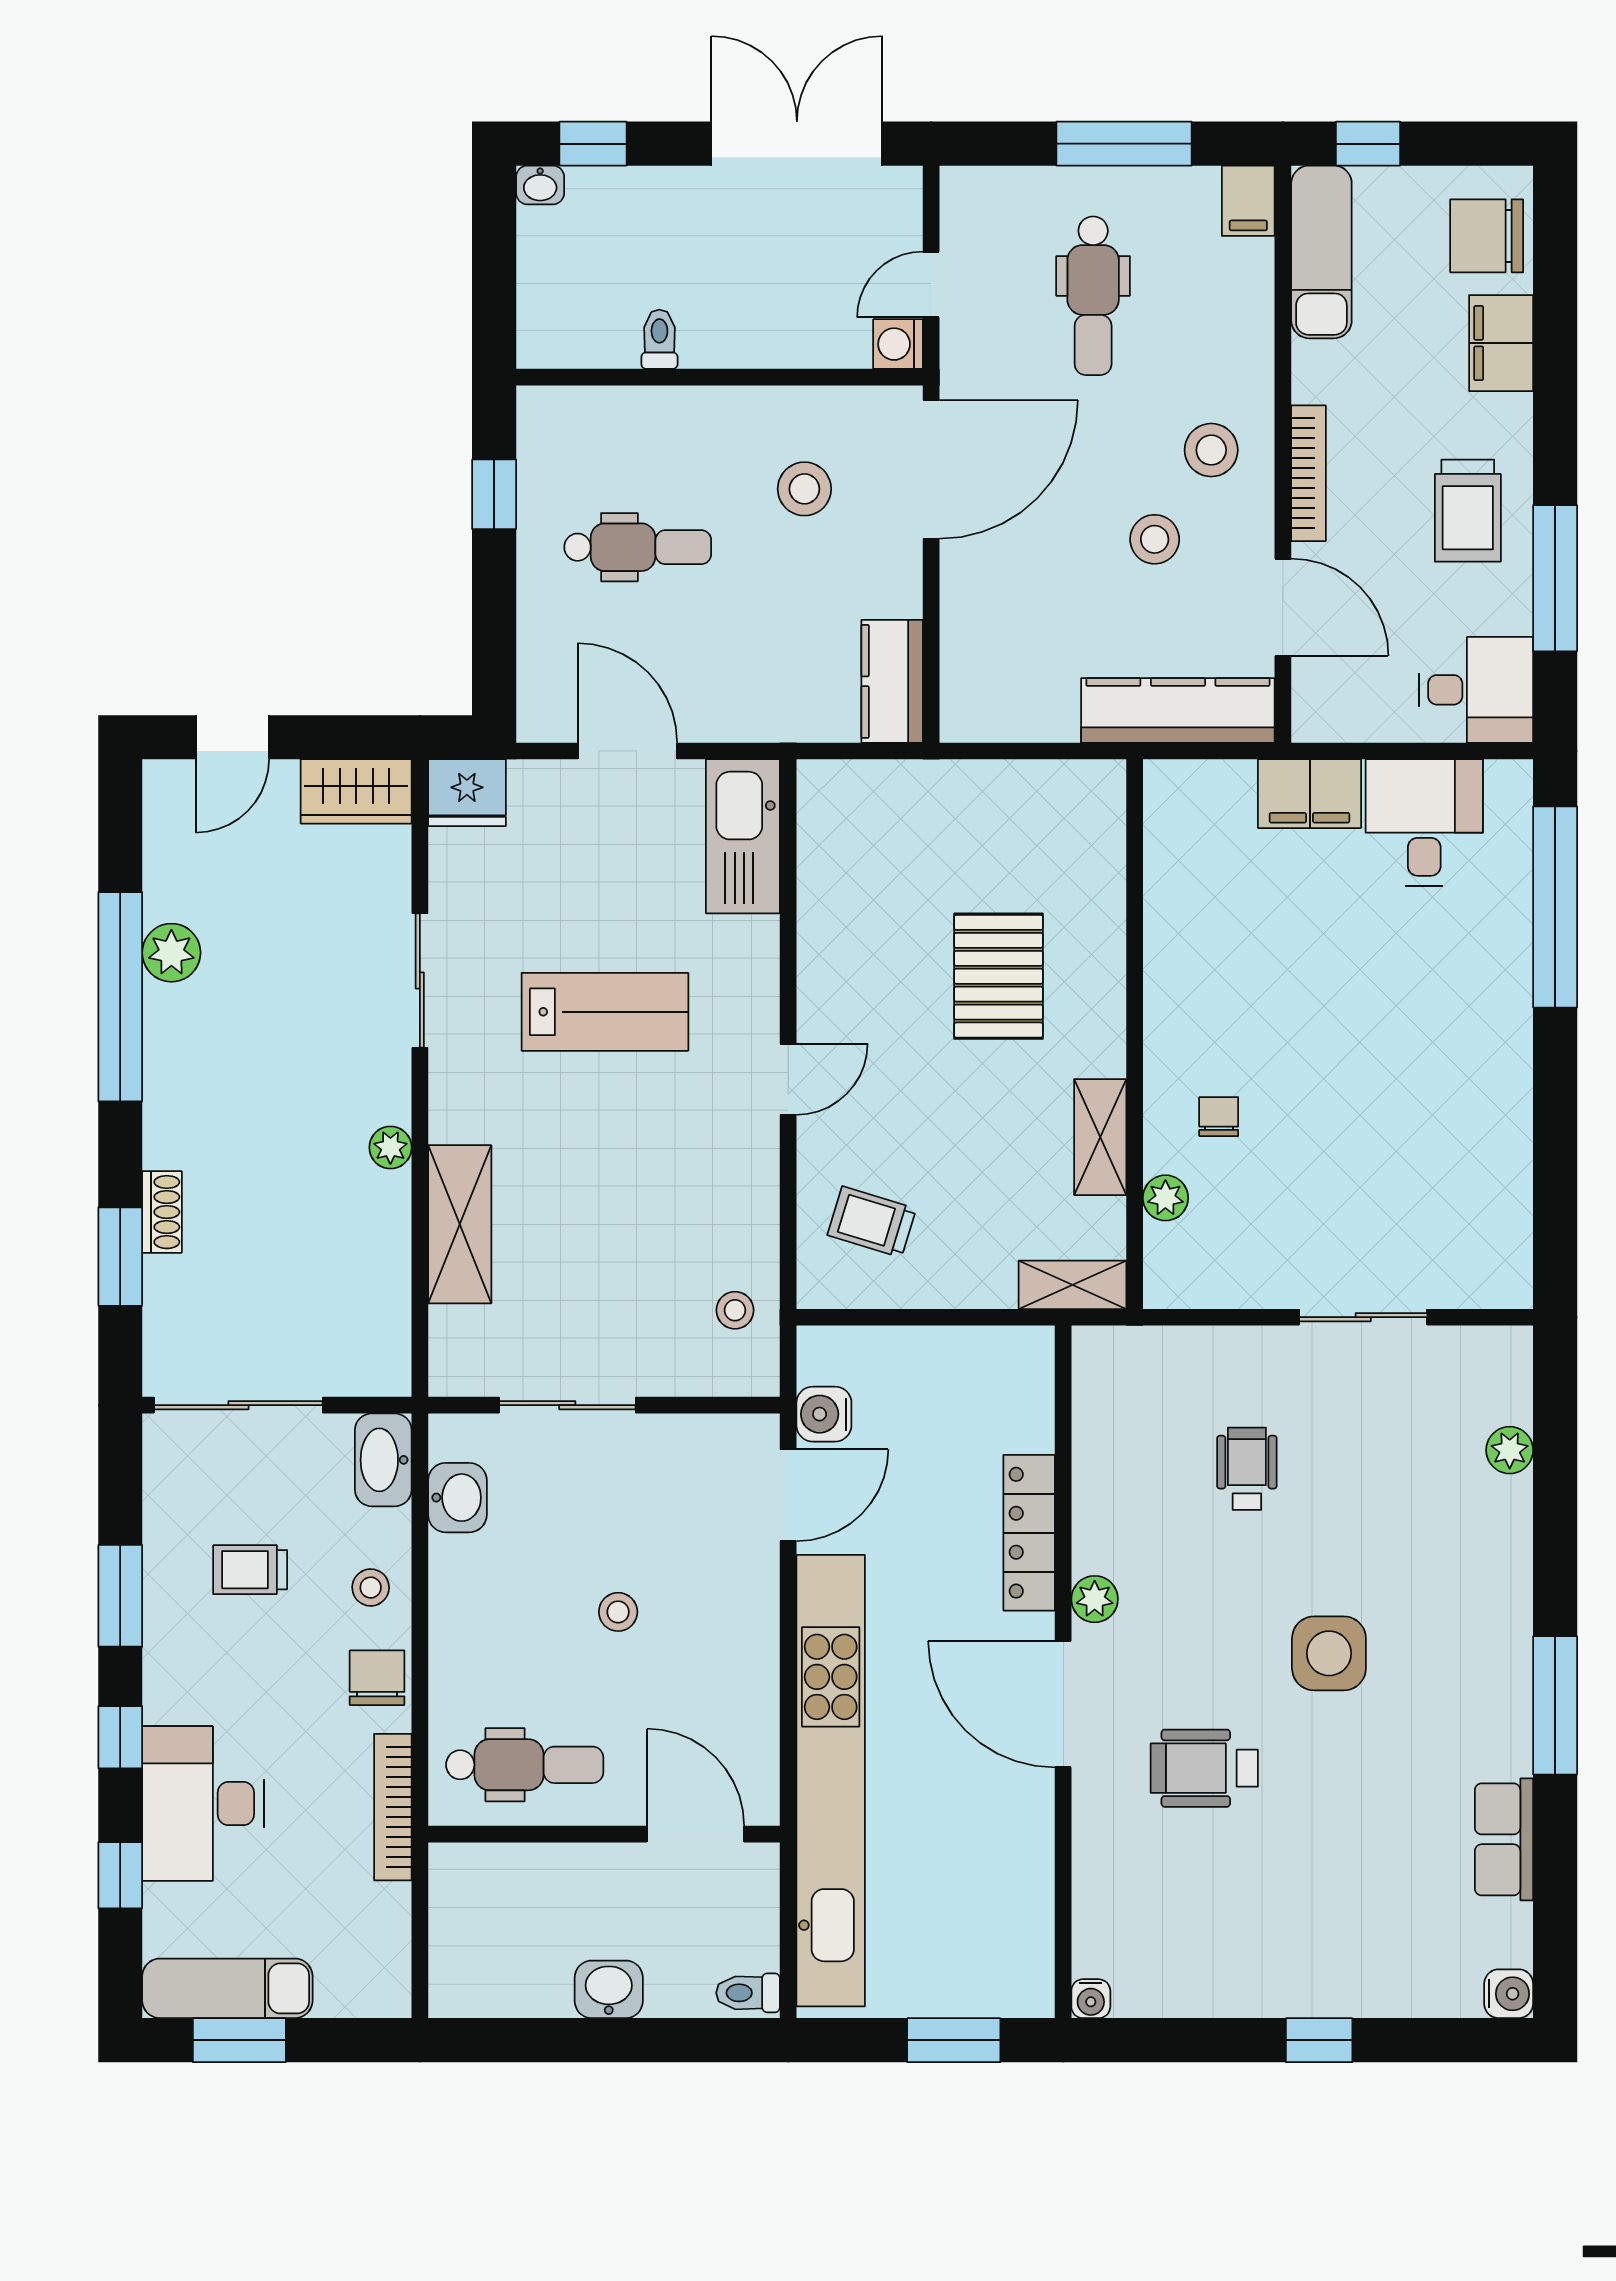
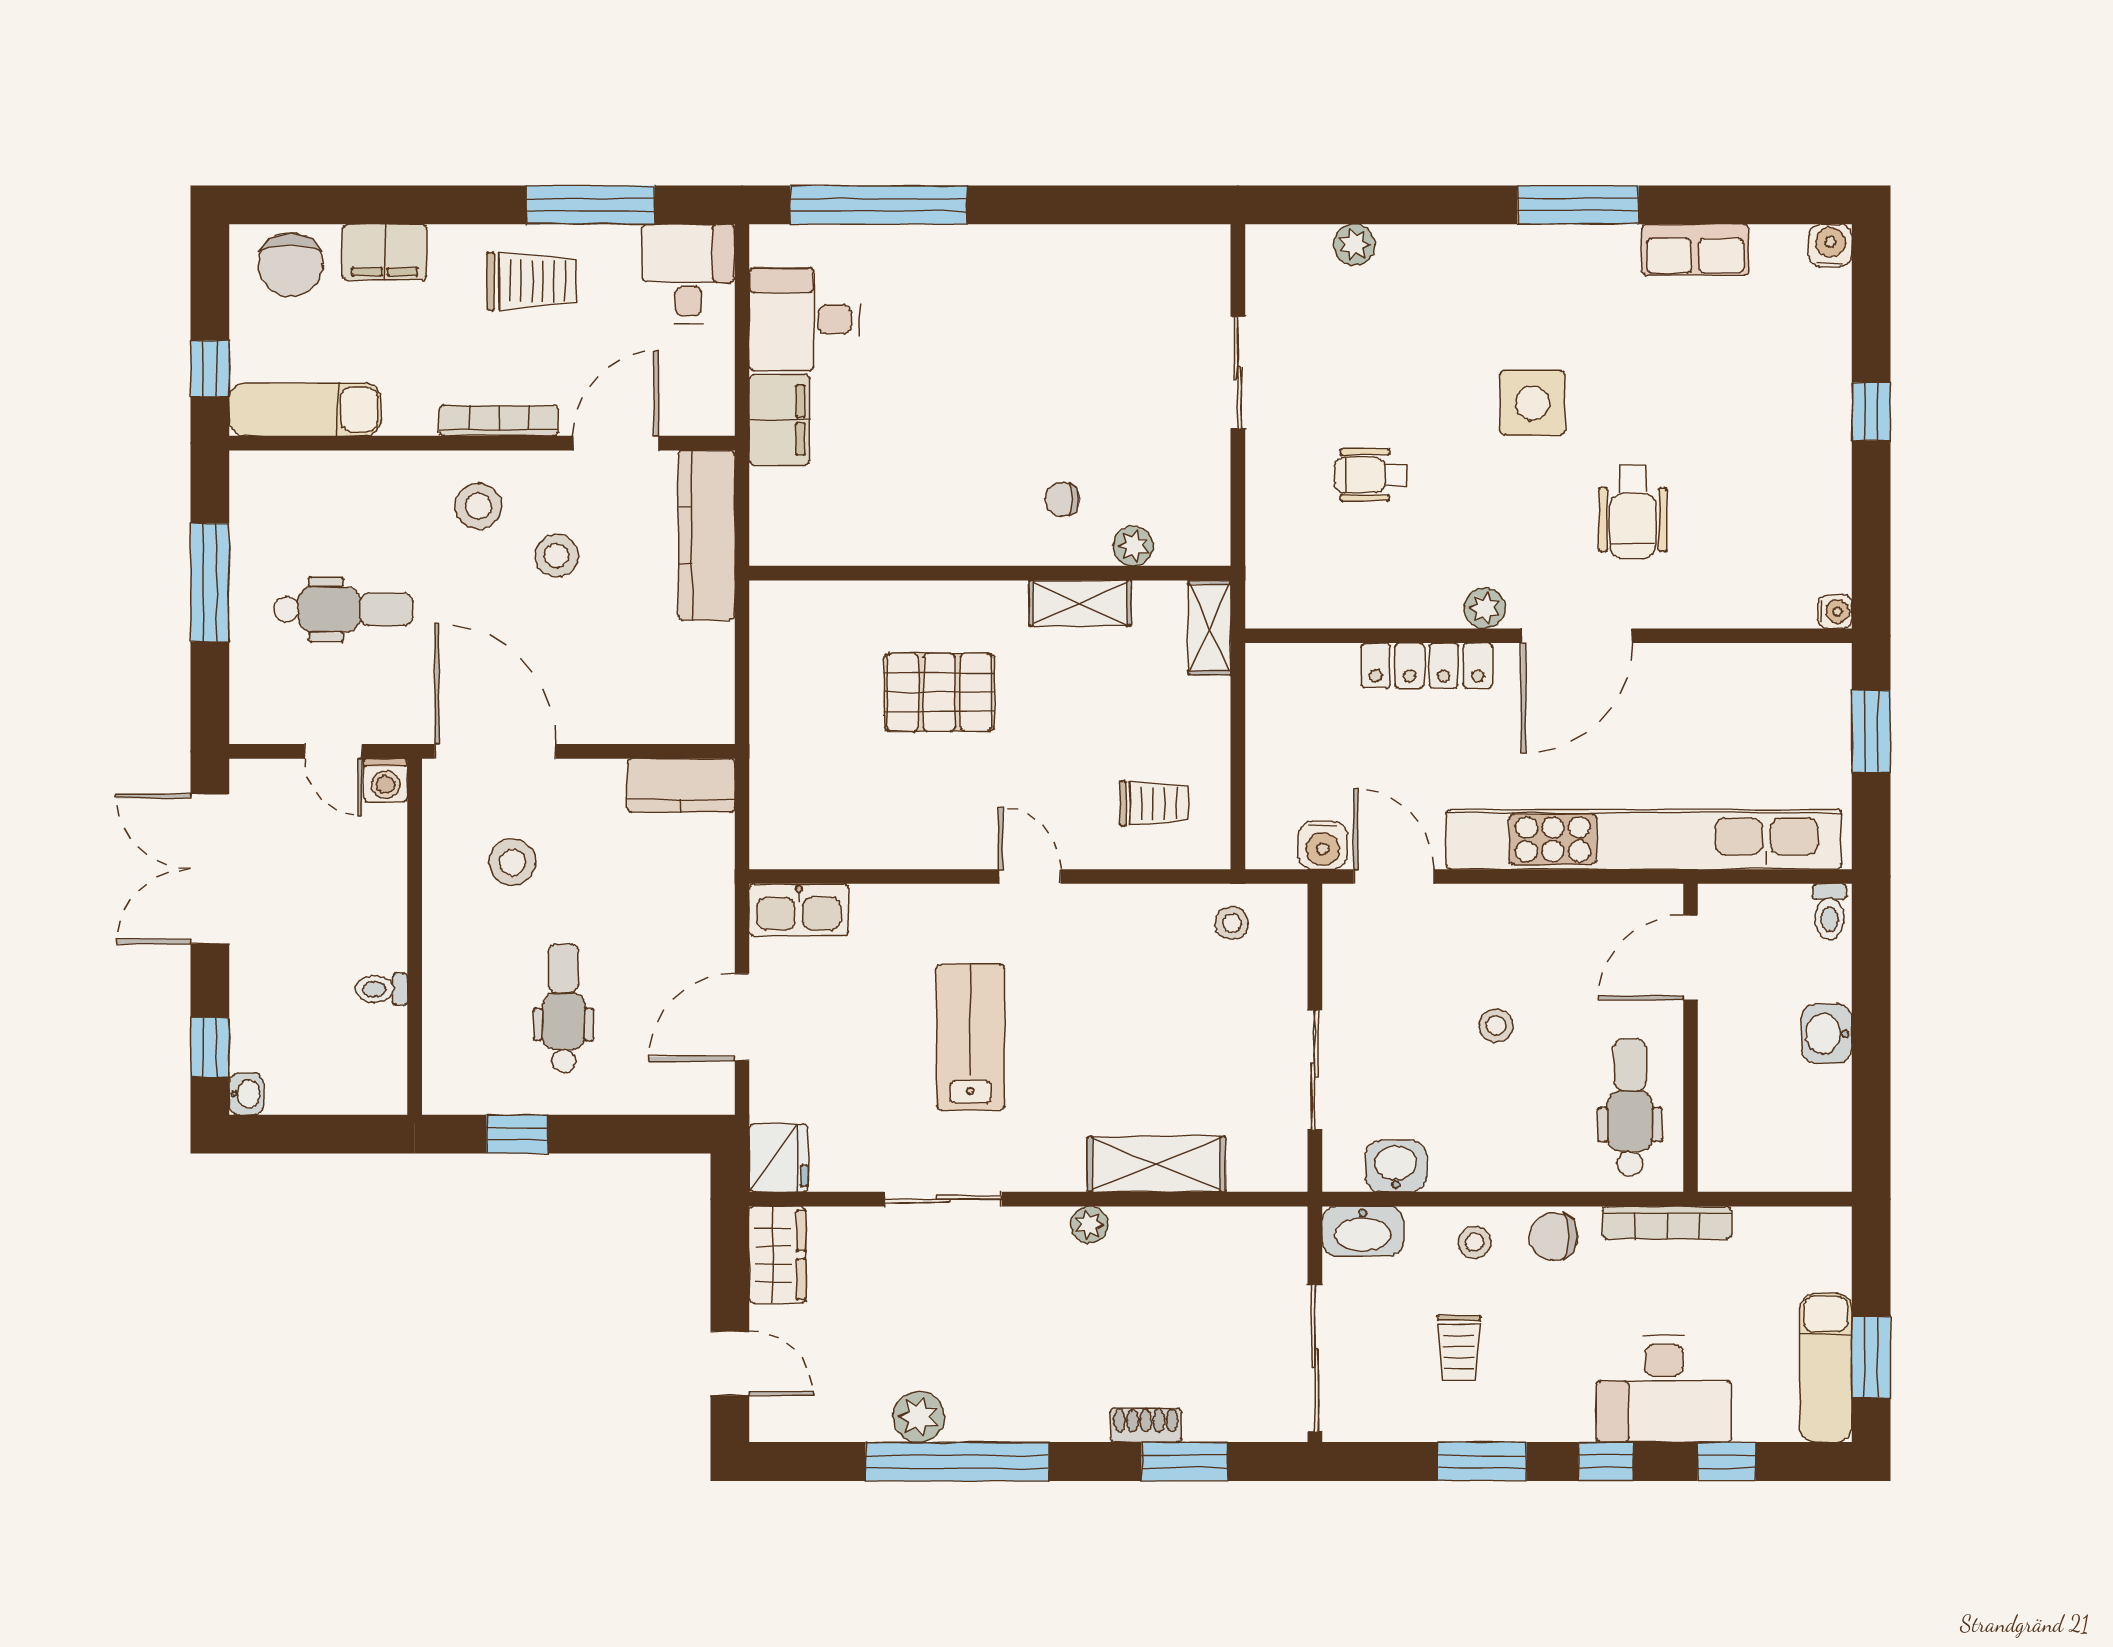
filing cabinet: (1248, 201) -> (260, 474), removed
kitchen sink: (743, 836) -> (799, 910), width x0.73, depth x0.81
trolley: (872, 1222) -> (1154, 803), turned -107

